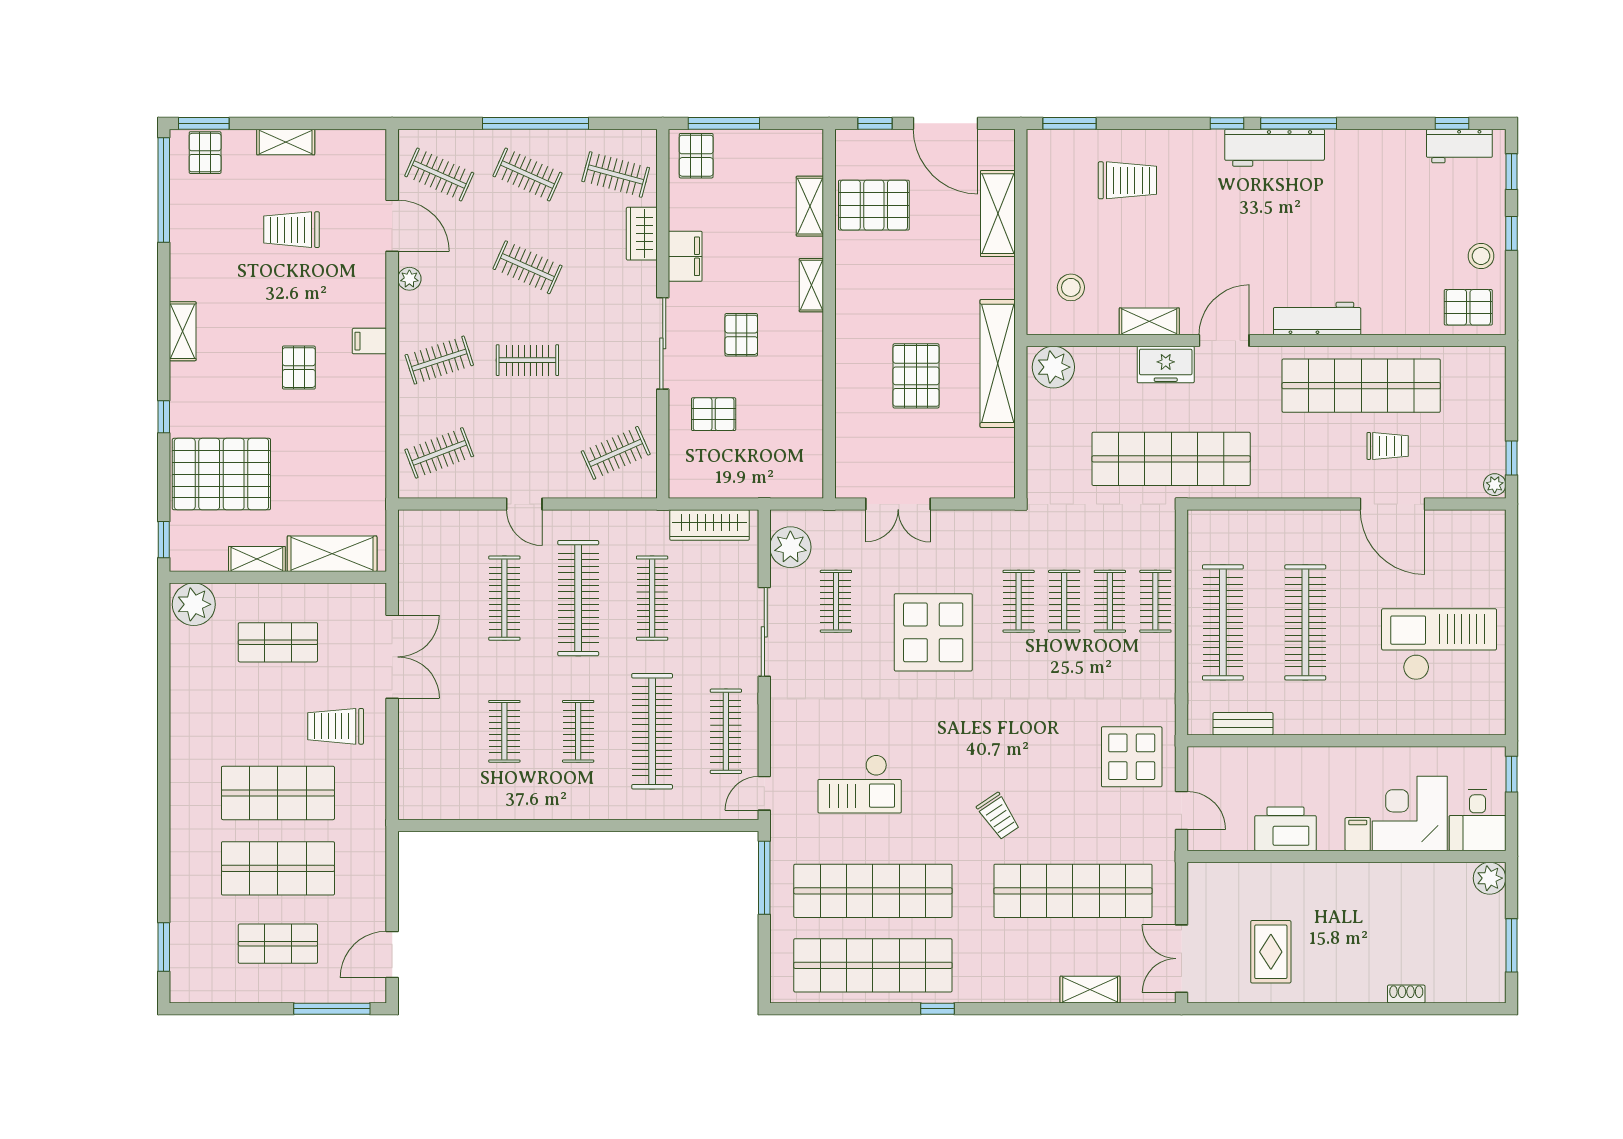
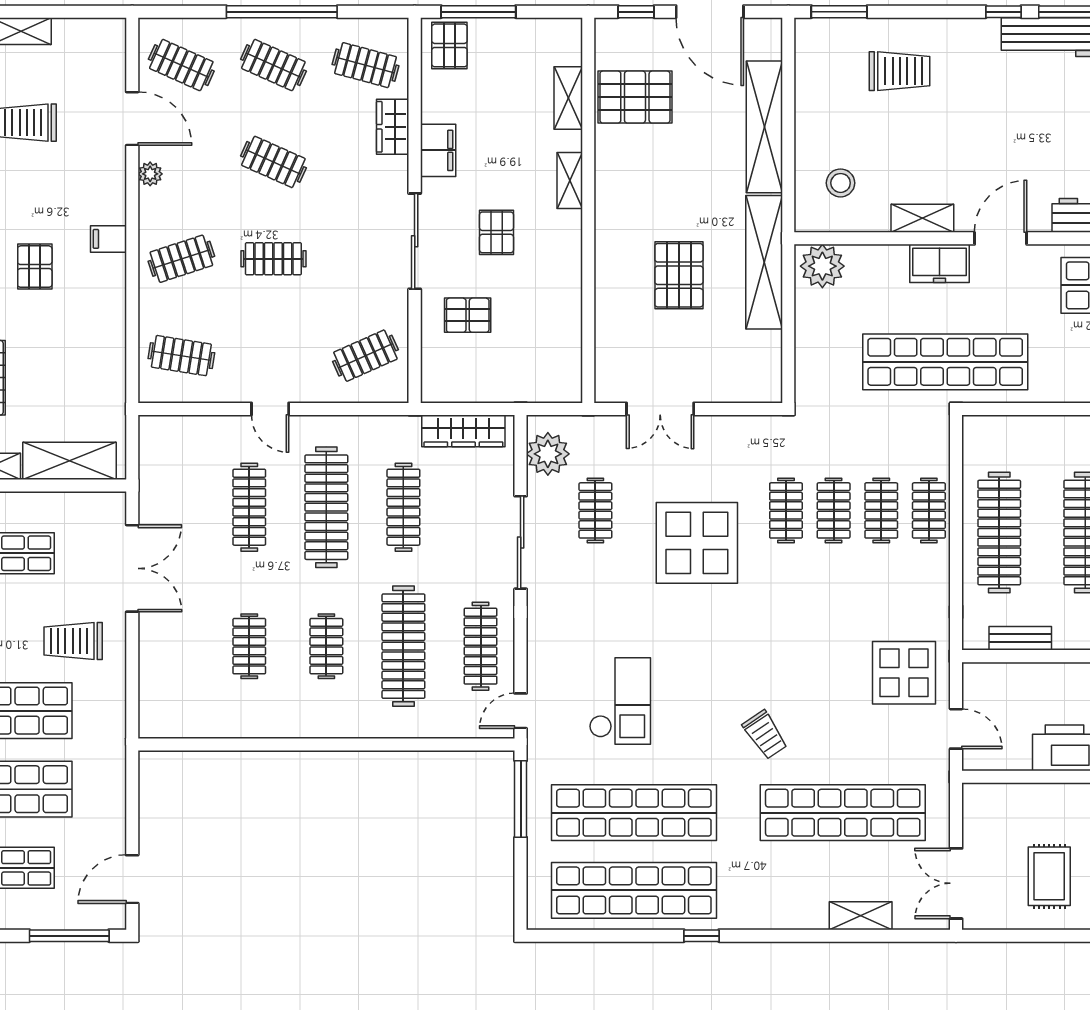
shelving: (998, 214) -> (764, 127), width x1.47
clothes rail: (439, 453) -> (181, 356), turned 30
checkout: (860, 784) -> (620, 701), turned -90

